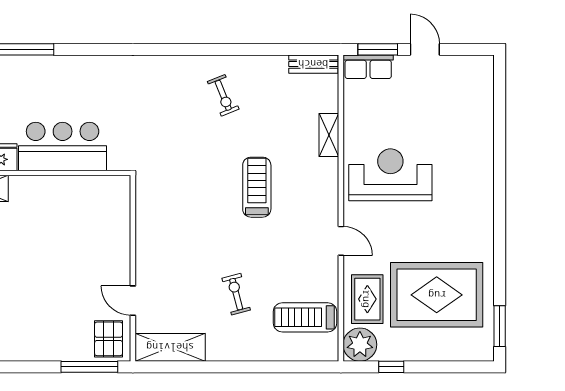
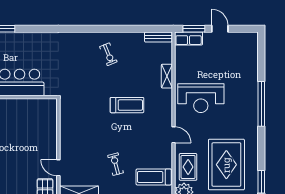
reception desk: (390, 175) -> (201, 98), turned 180
window: (500, 185) -> (261, 104), added
treadmill: (257, 187) -> (127, 105), turned 90
rug: (437, 295) -> (226, 165), turned 90

